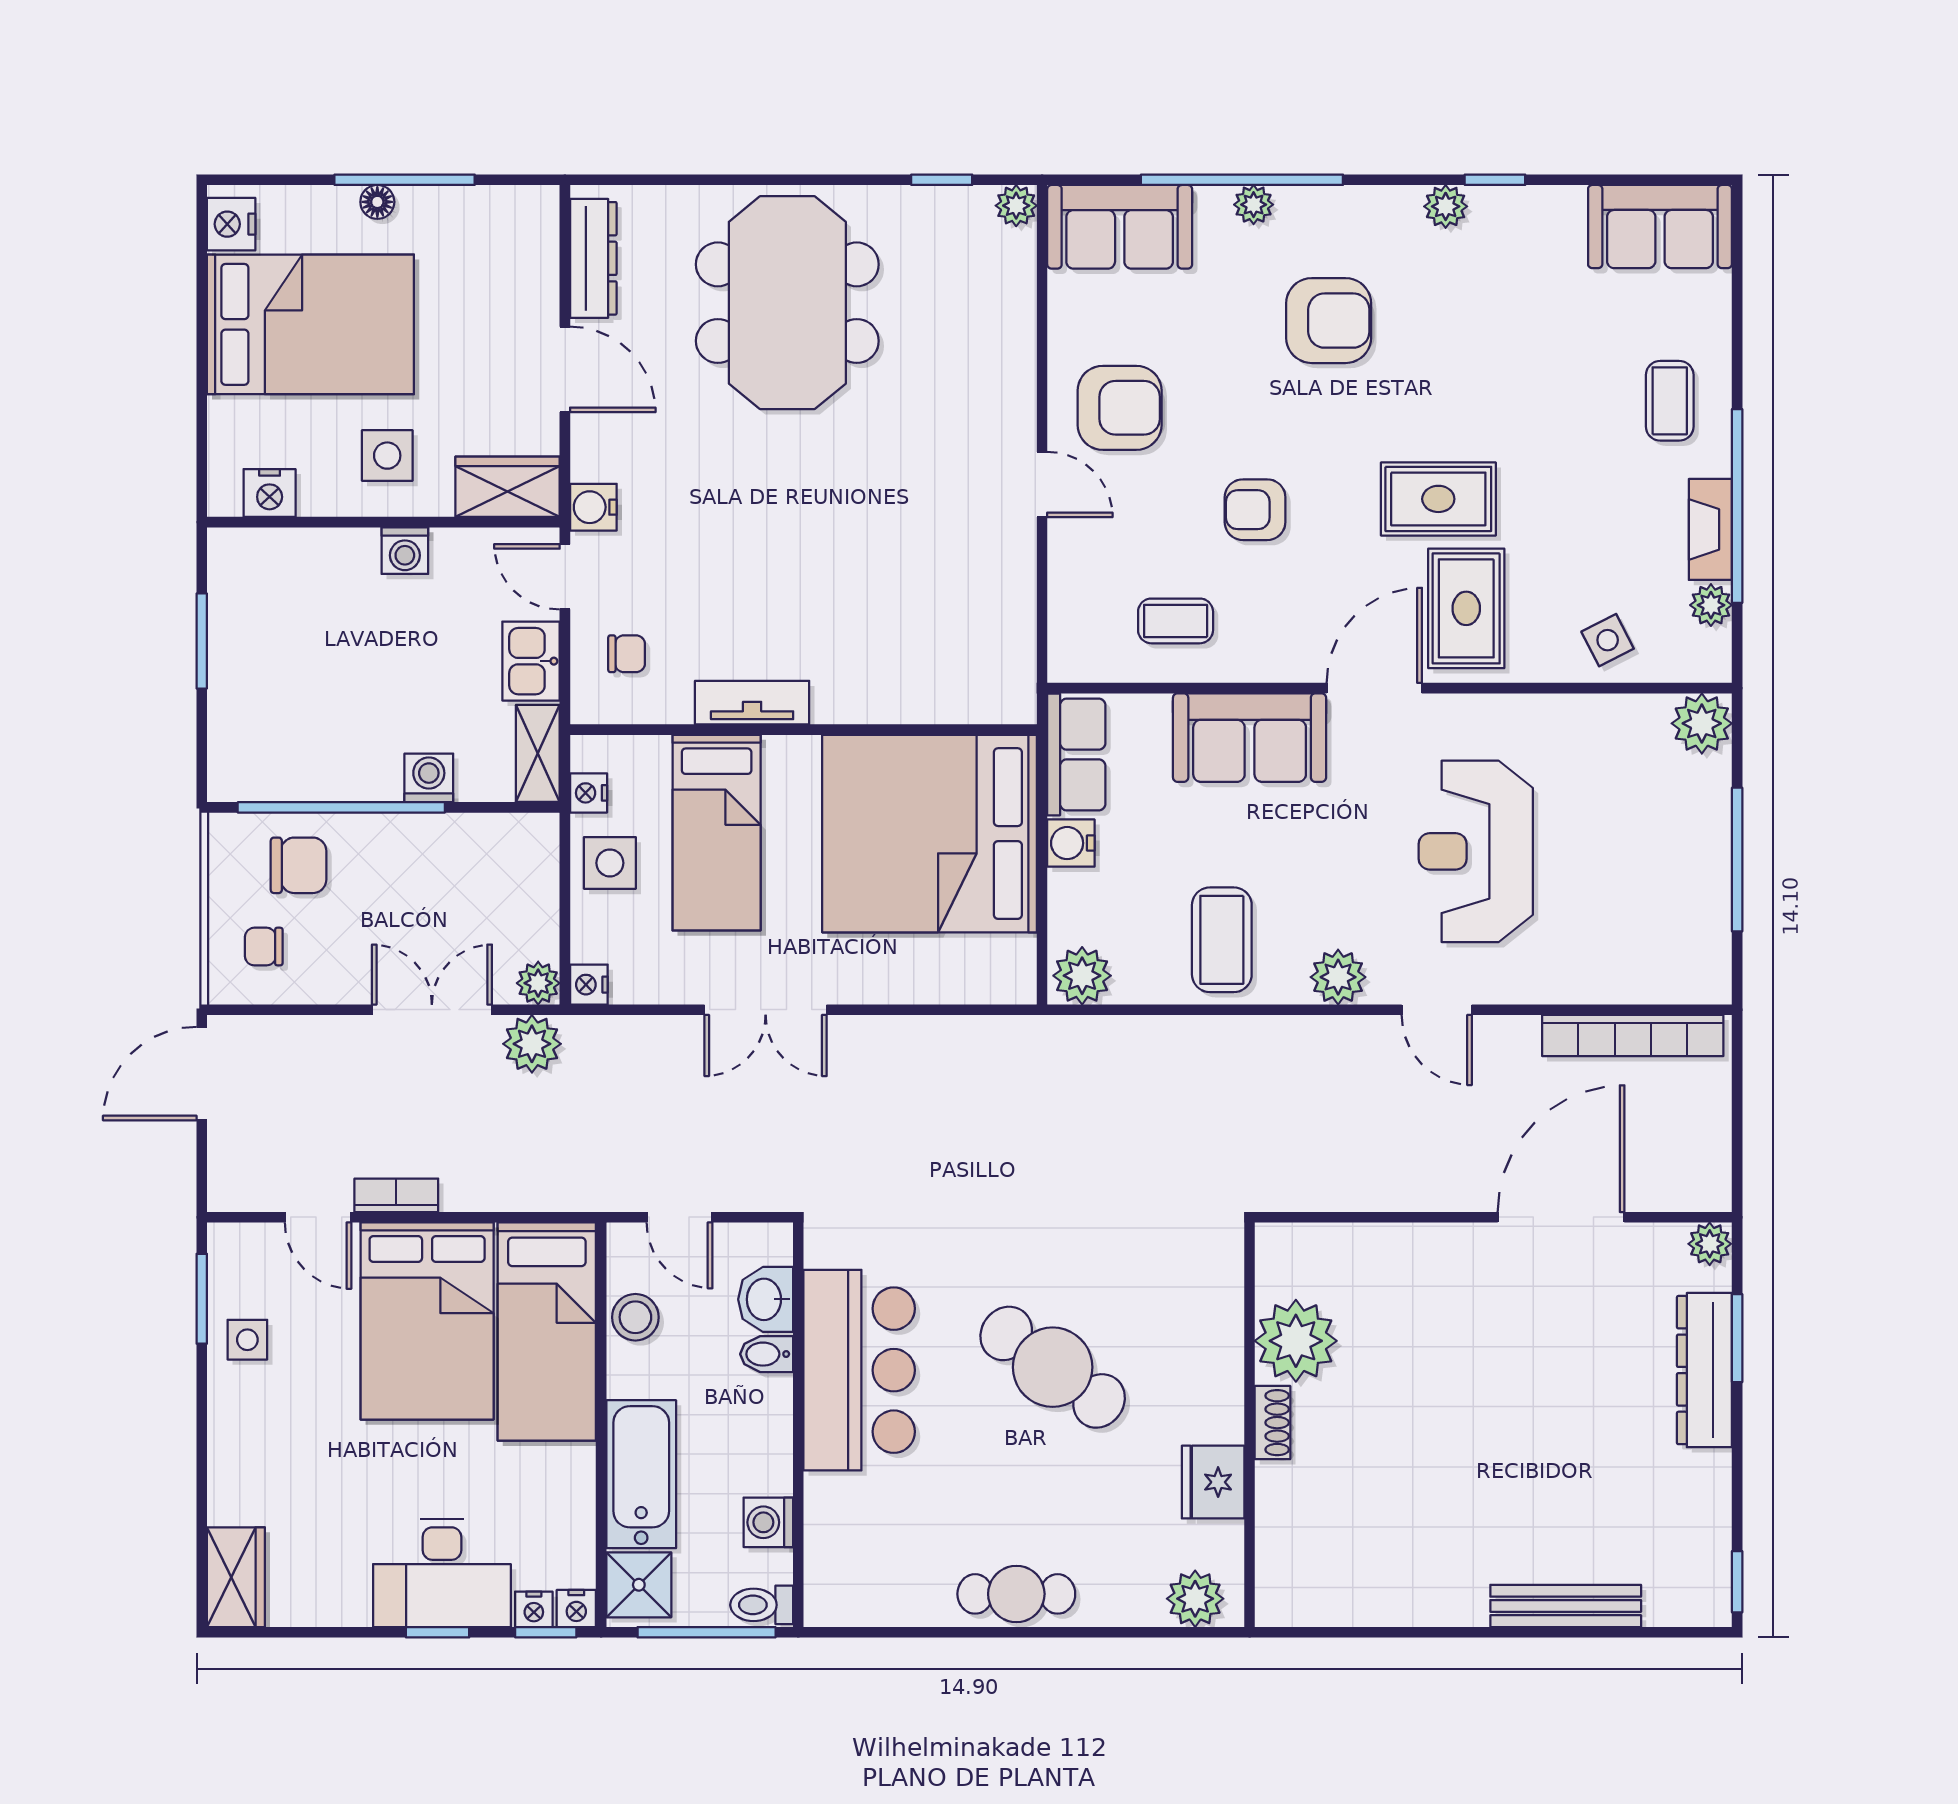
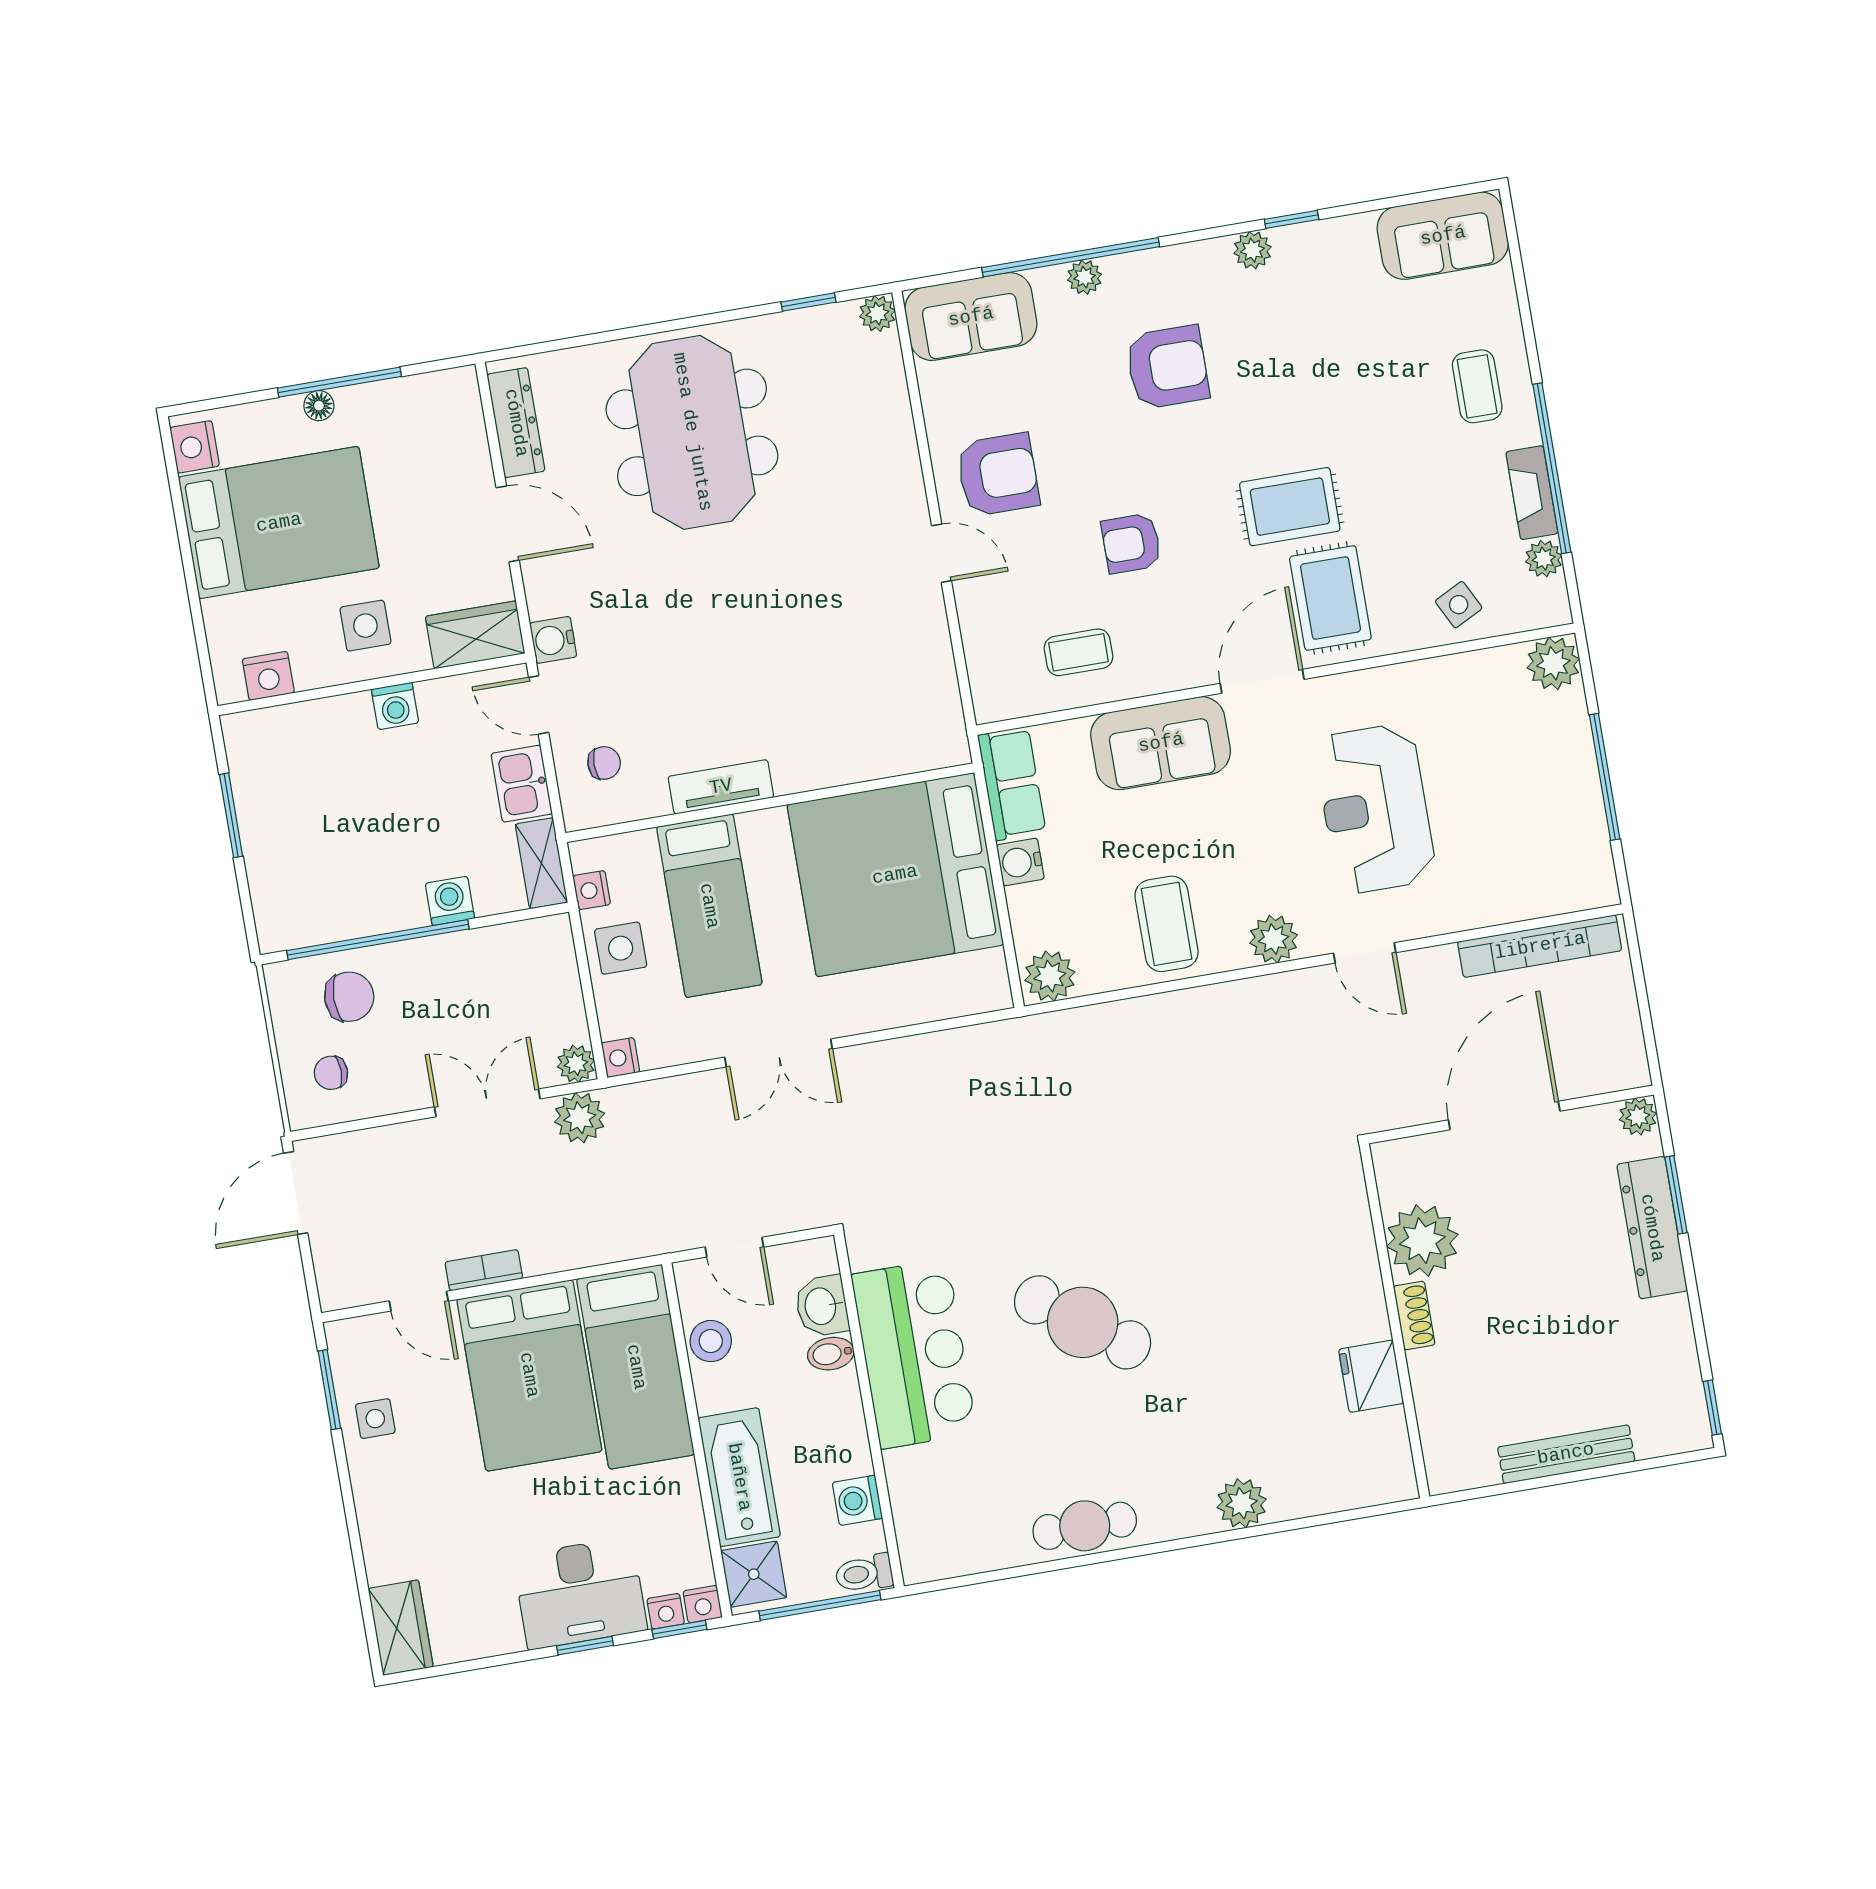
plant: (1296, 1341) -> (1422, 1241), moved
shoe rack: (1273, 1423) -> (1414, 1315), moved
wall: (1250, 1425) -> (1394, 1321), moved
fridge: (1213, 1482) -> (1371, 1376), moved

